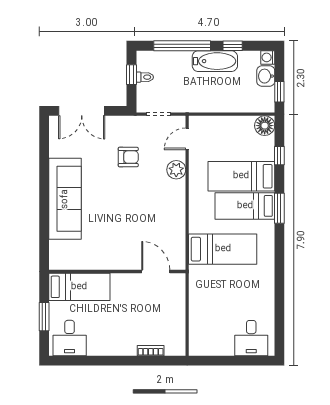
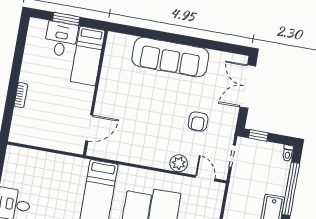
window: (132, 75) -> (258, 135), moved
toilet: (145, 77) -> (288, 153), moved
desk: (70, 338) -> (61, 39), moved, turned 90
bookcase: (151, 351) -> (21, 95), moved

